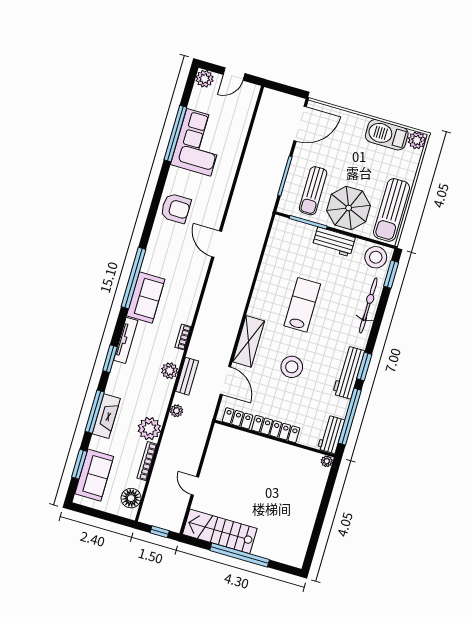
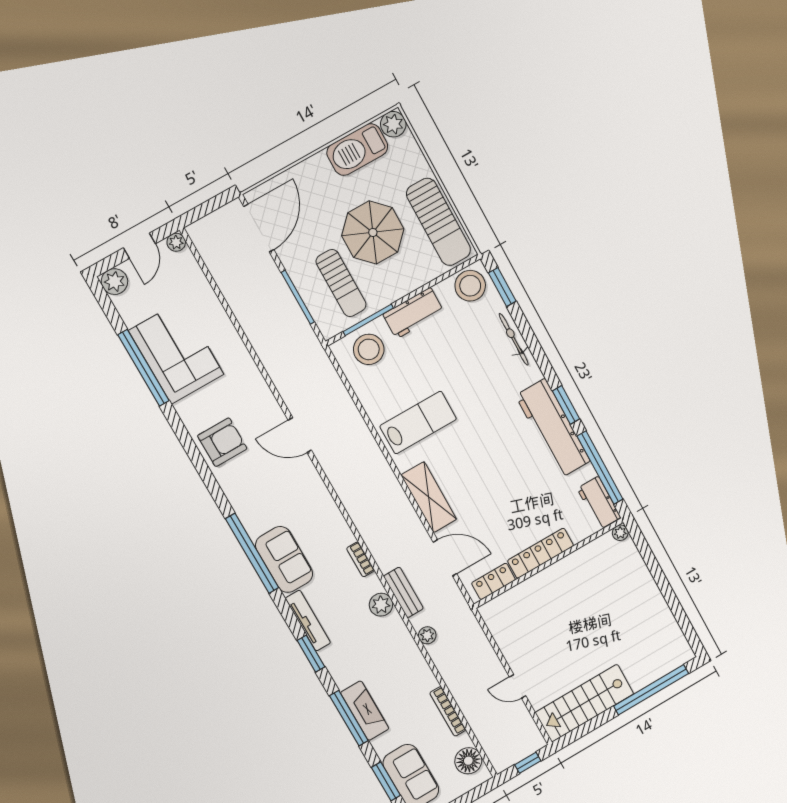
parasol: (349, 208) -> (373, 232), moved
lab bench: (302, 305) -> (418, 423), moved, turned 90
bicycle: (368, 306) -> (514, 339), width x0.73, depth x0.71
stool: (292, 367) -> (369, 349), moved
workbench: (349, 372) -> (553, 428), width x1.36, depth x1.32
plant: (149, 429) -> (176, 242), moved, width x0.53, depth x0.53
window: (240, 555) -> (651, 690), moved

